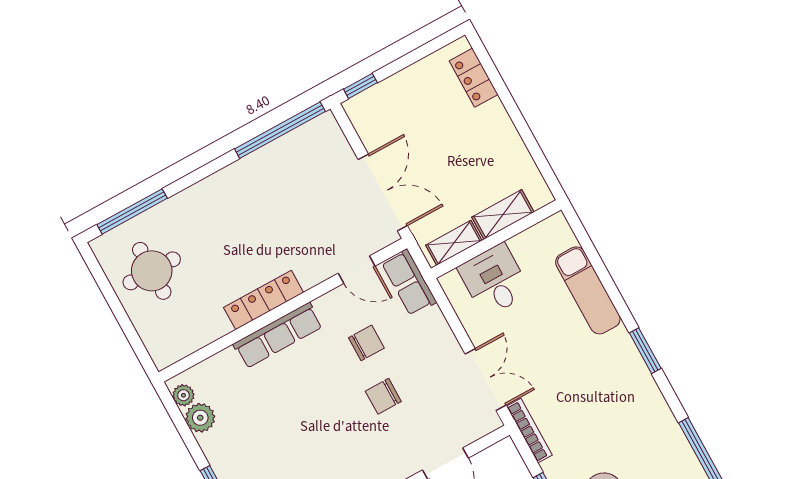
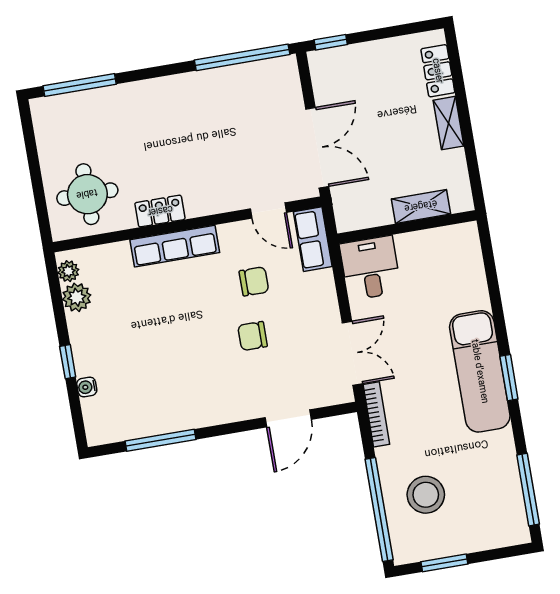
shelving: (454, 243) -> (449, 123), moved, turned 90
round table: (152, 271) -> (87, 194), moved
desk: (494, 280) -> (370, 268), moved
exam couch: (588, 290) -> (480, 371), moved, width x1.36, depth x1.45
locker: (264, 300) -> (160, 211), width x0.66

